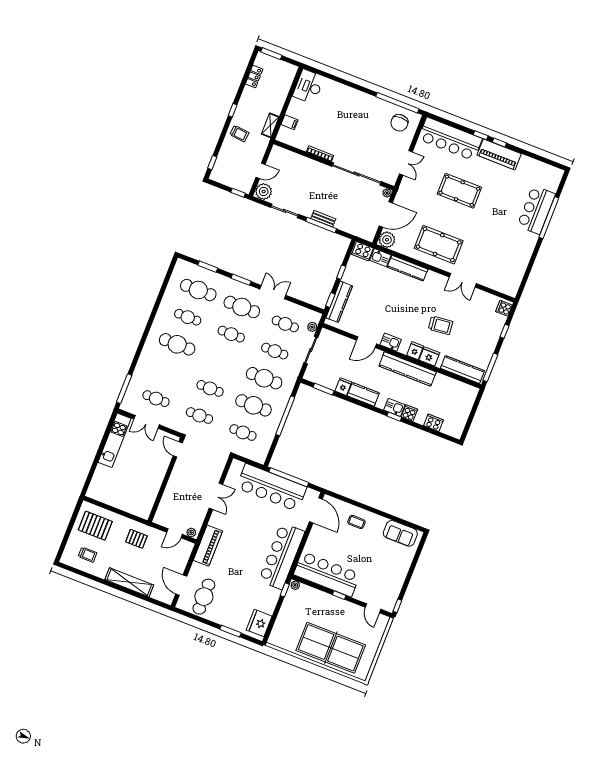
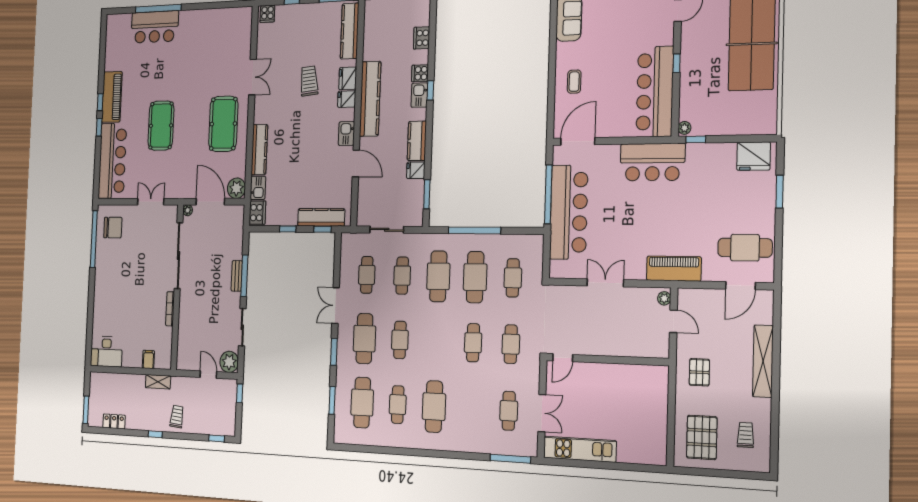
plant: (312, 327) -> (360, 239), removed
bar counter: (282, 556) -> (652, 162), width x0.73

